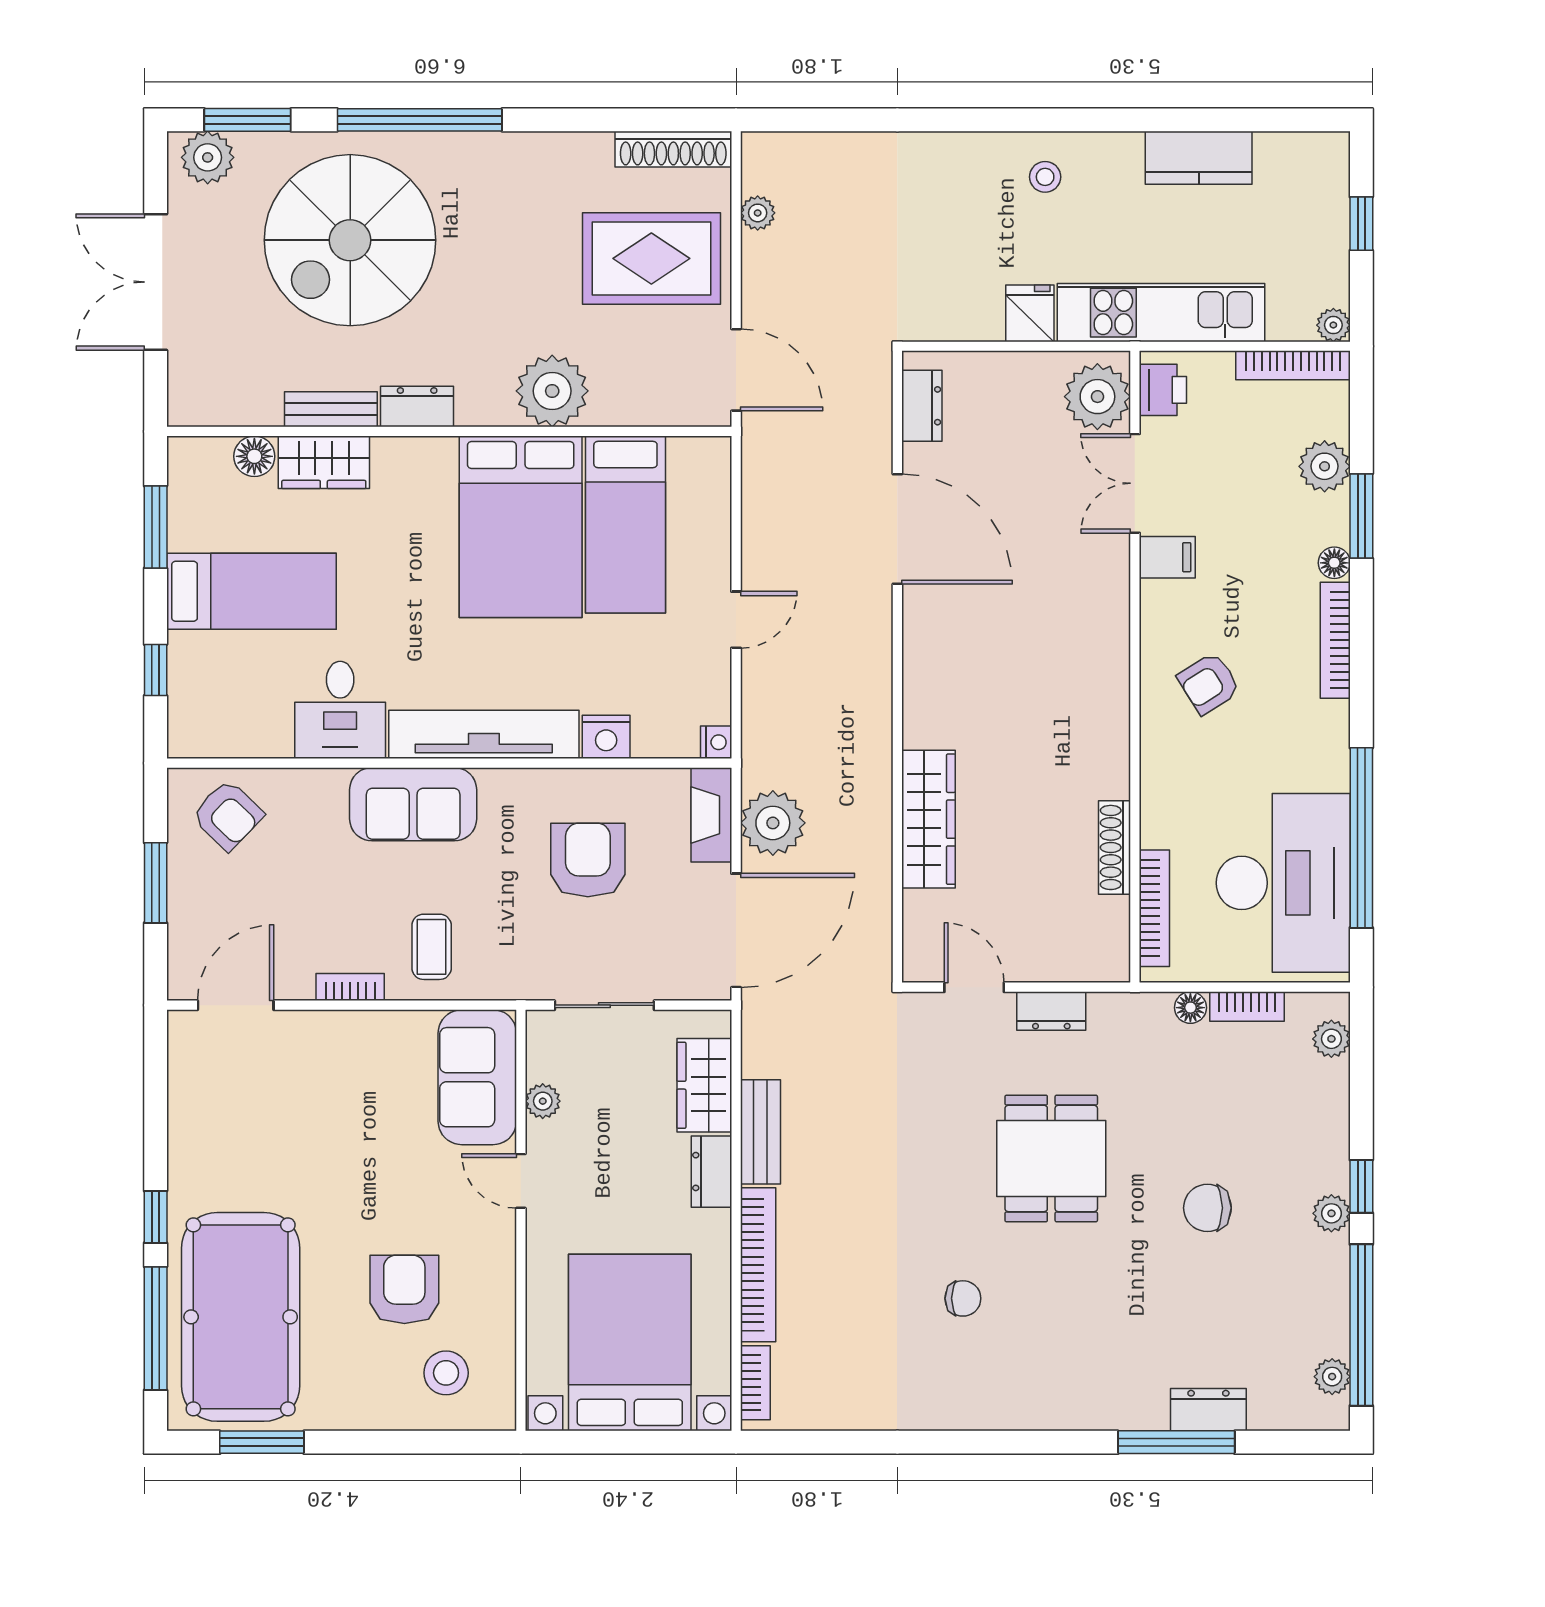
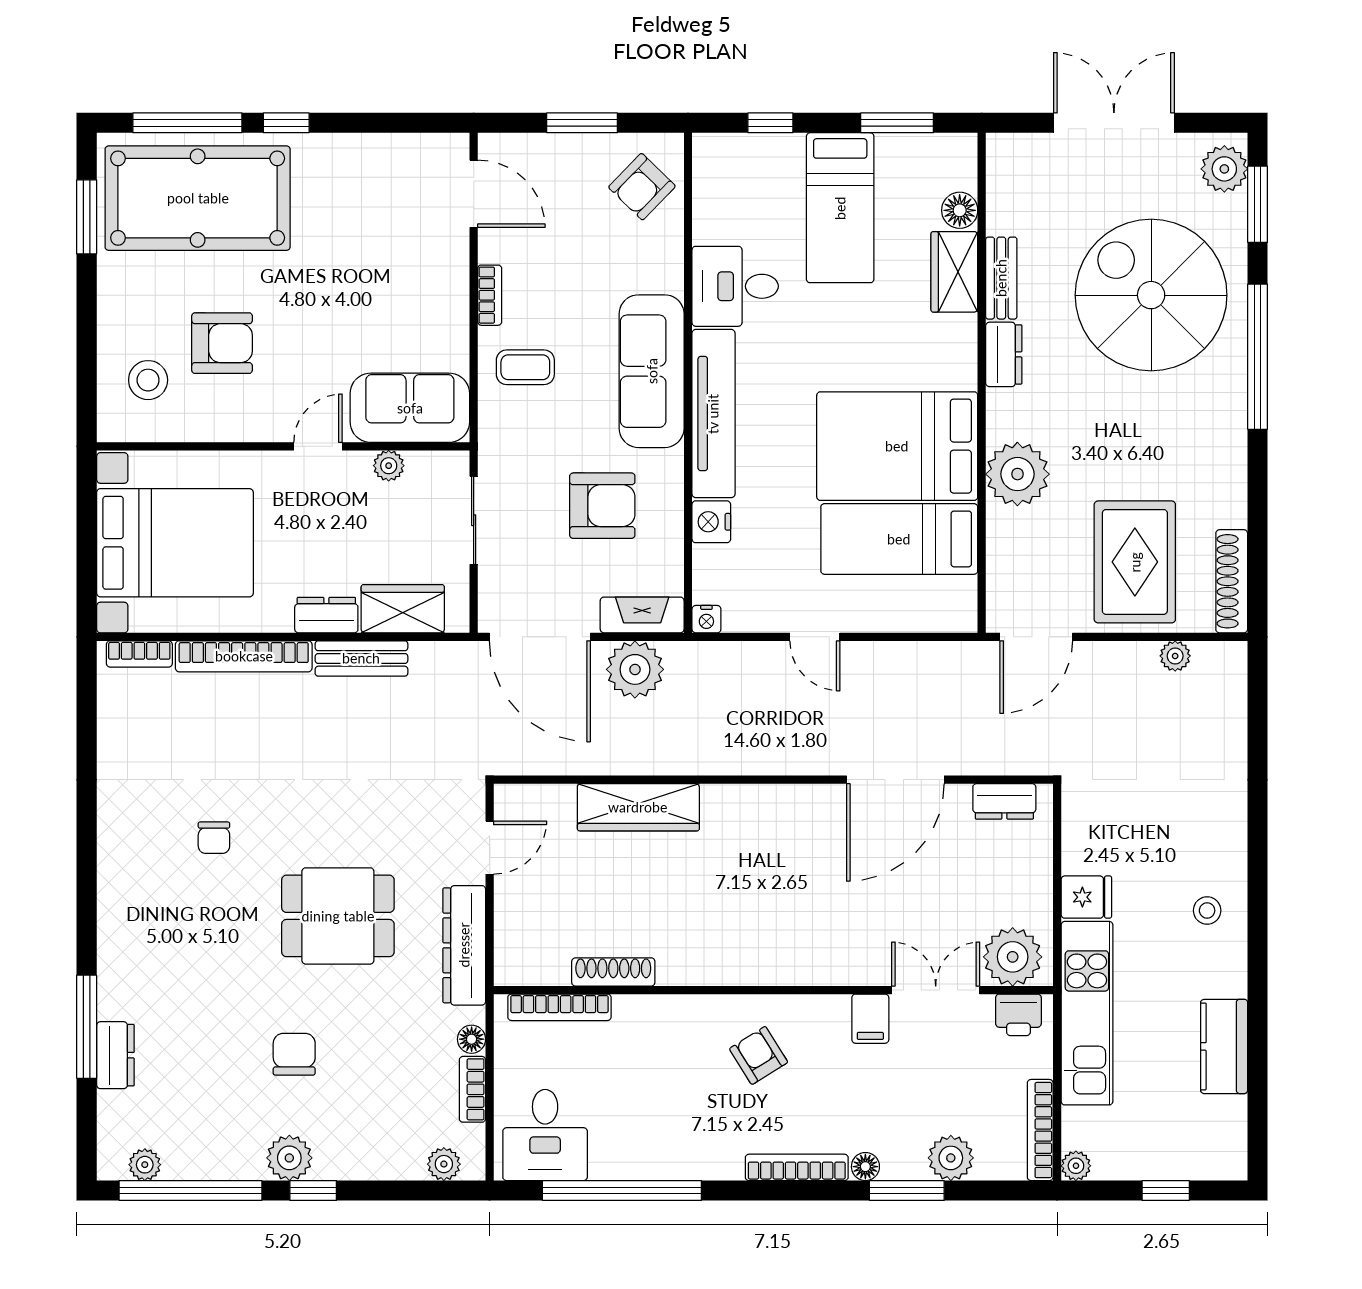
sofa: (413, 804) -> (652, 371), width x1.36
desk: (1283, 883) -> (545, 1135), width x0.53, depth x0.77
dresser: (1051, 1011) -> (464, 945), width x1.96, depth x1.24
plant: (1331, 1213) -> (289, 1158), width x1.38, depth x1.38

